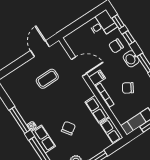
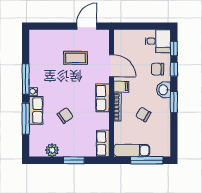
row of seats: (97, 109) -> (103, 98), moved

